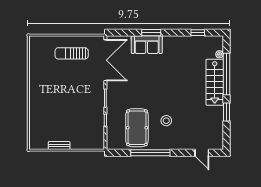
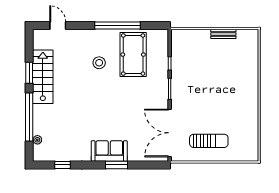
sofa: (147, 45) -> (109, 151), moved
stairs: (215, 82) -> (43, 77), moved

